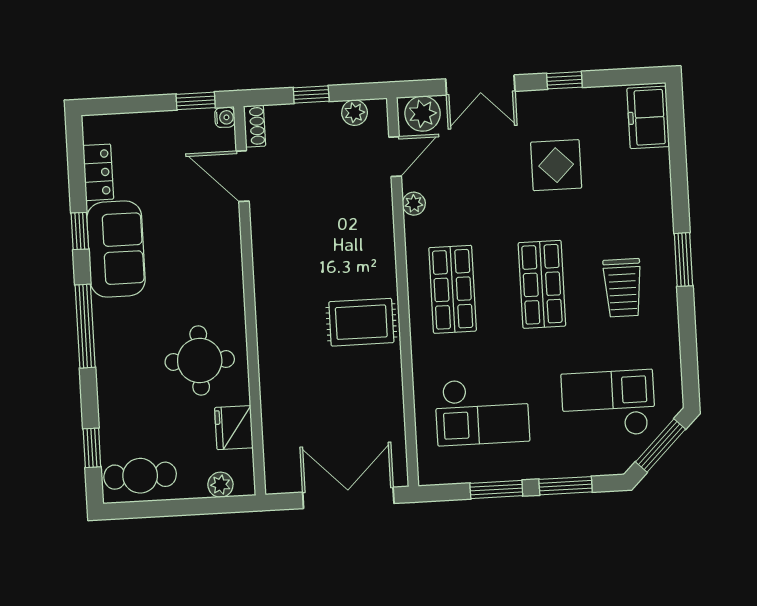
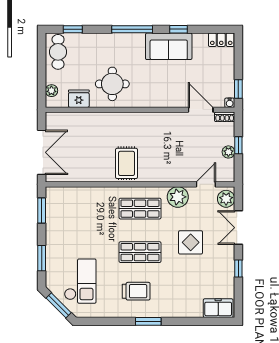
plant: (355, 113) -> (228, 152), moved
door: (395, 157) -> (206, 184), swing flipped
display table: (556, 165) -> (191, 242), moved
locker: (98, 172) -> (221, 40), moved
door: (243, 176) -> (201, 110), hinge flipped
plant: (414, 204) -> (178, 197), width x1.87, depth x1.87
trolley: (623, 288) -> (136, 291), turned 180
checkout: (482, 411) -> (80, 220), removed
window: (496, 490) -> (42, 211), moved

